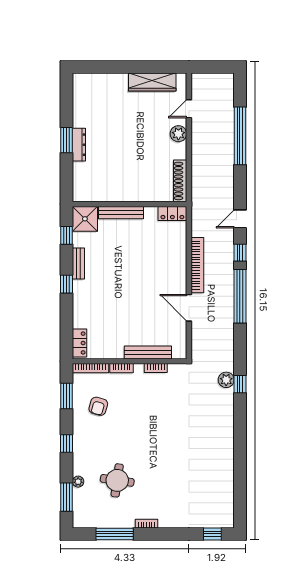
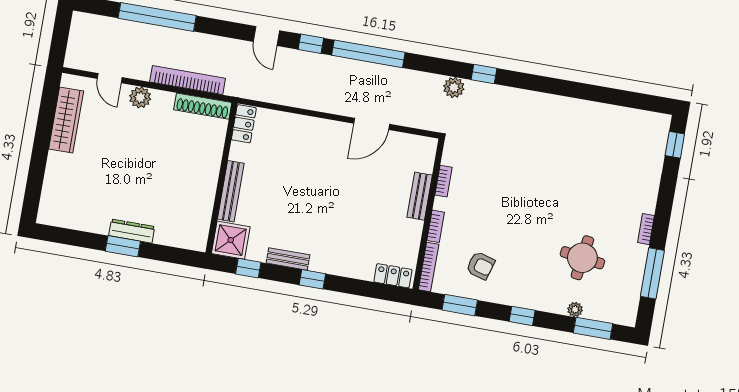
bookcase: (197, 265) -> (188, 80), moved
bench: (148, 352) -> (420, 196), width x0.73
plant: (226, 380) -> (454, 87), moved

